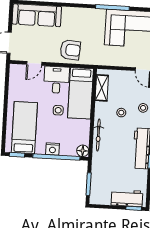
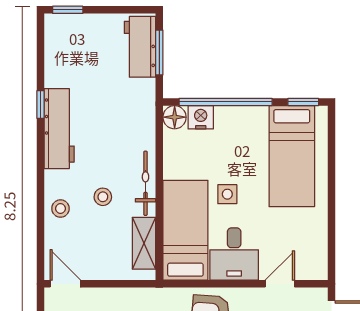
bicycle: (98, 135) -> (145, 183), moved
nightstand: (52, 149) -> (201, 117), moved
workbench: (127, 198) -> (140, 47), moved, turned 90

